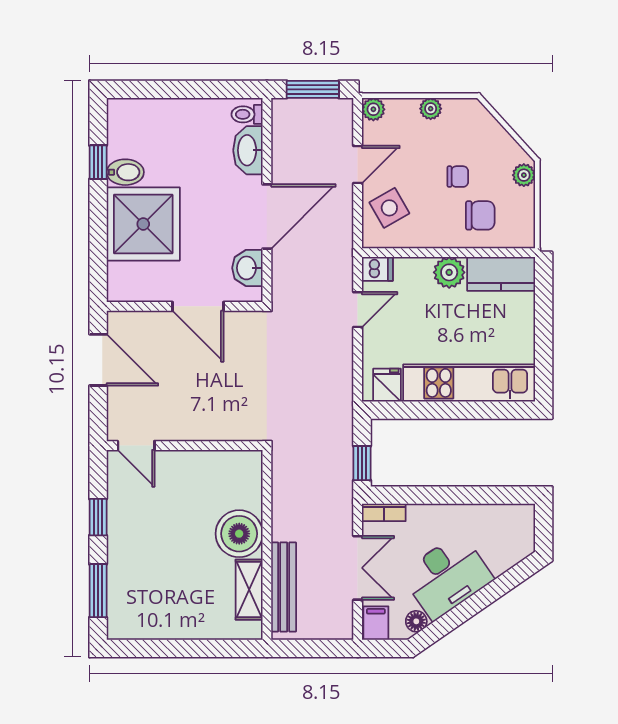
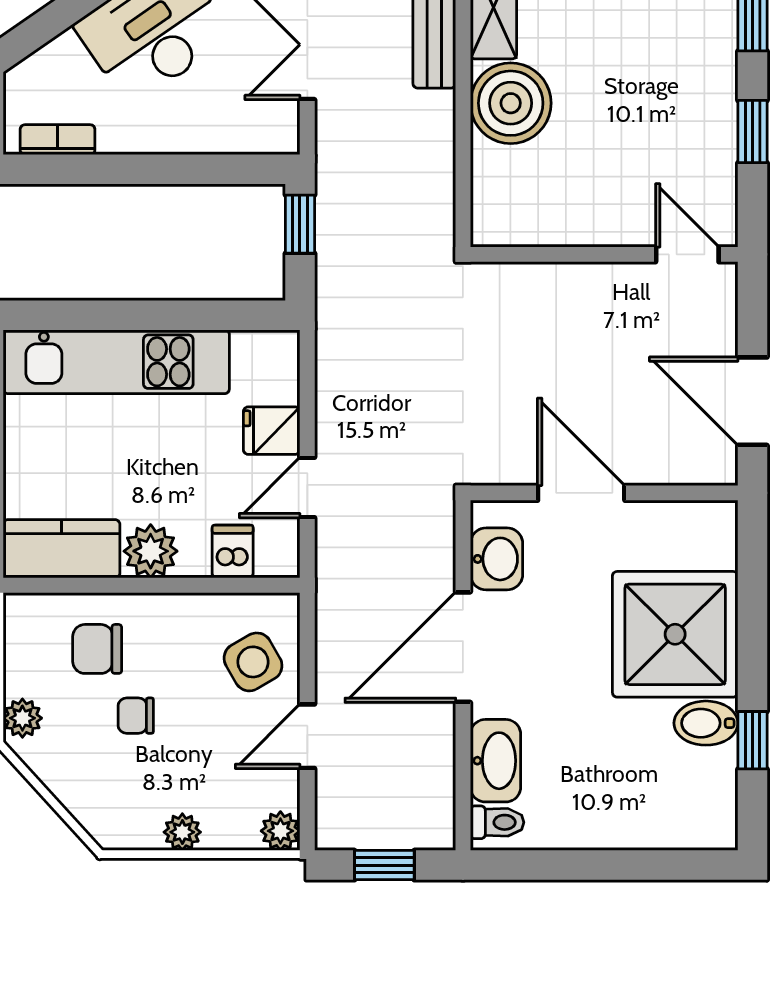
window: (313, 89) -> (384, 865), width x0.67
dishwasher: (377, 269) -> (233, 551), moved, turned 90
fridge: (387, 385) -> (272, 431), moved, turned 90
bookcase: (384, 512) -> (58, 140), moved

